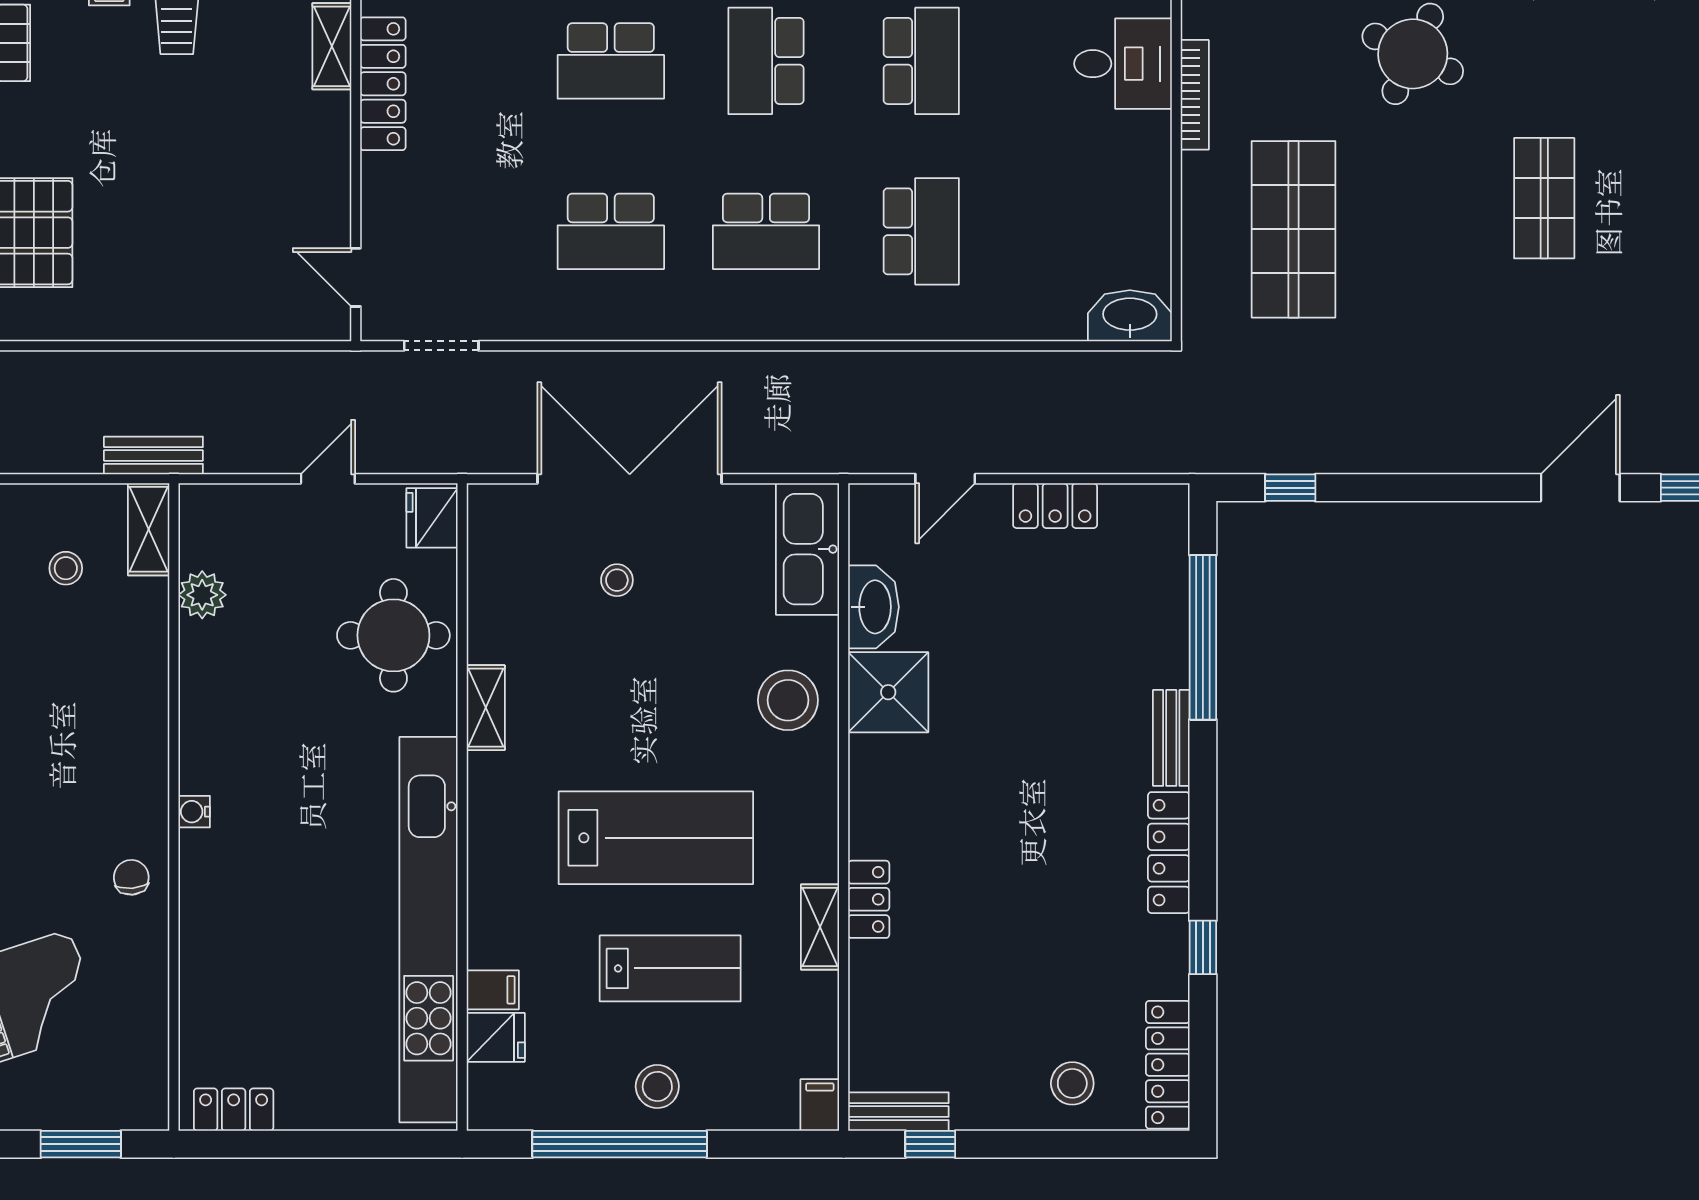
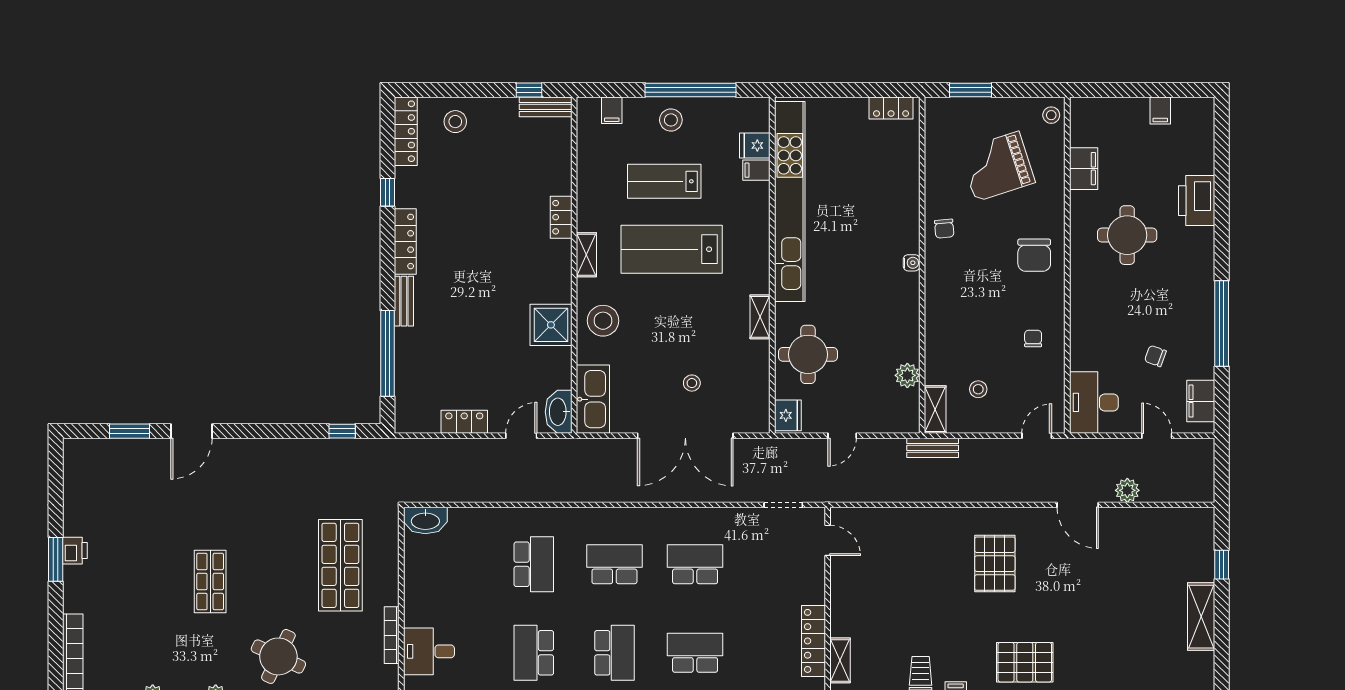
school desk: (921, 231) -> (534, 564), turned 180
washbasin: (873, 607) -> (559, 412), moved
shelving: (820, 927) -> (586, 255), moved
filing cabinet: (820, 1105) -> (612, 110), moved

